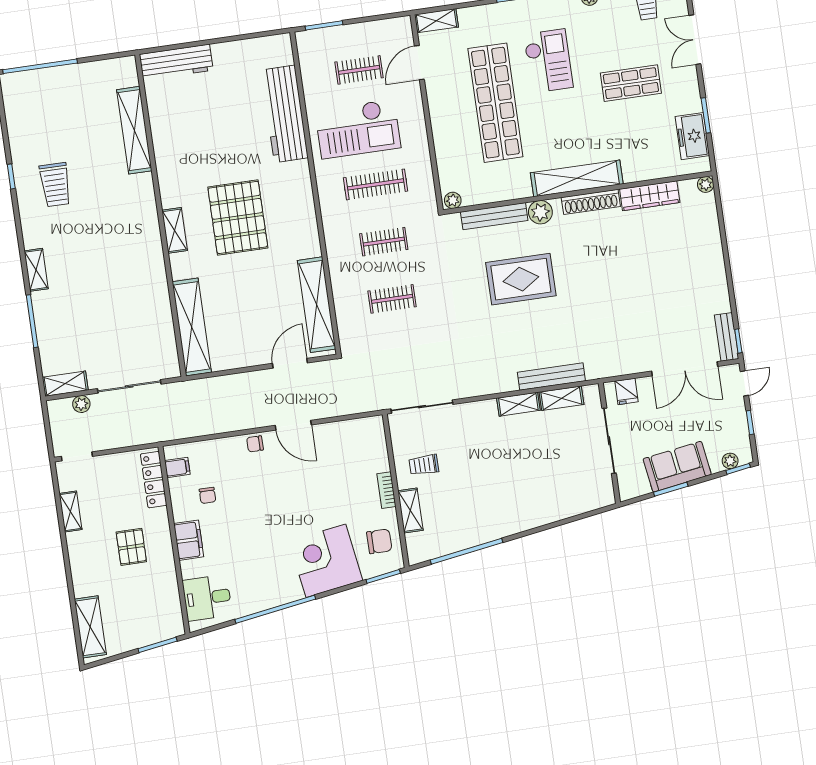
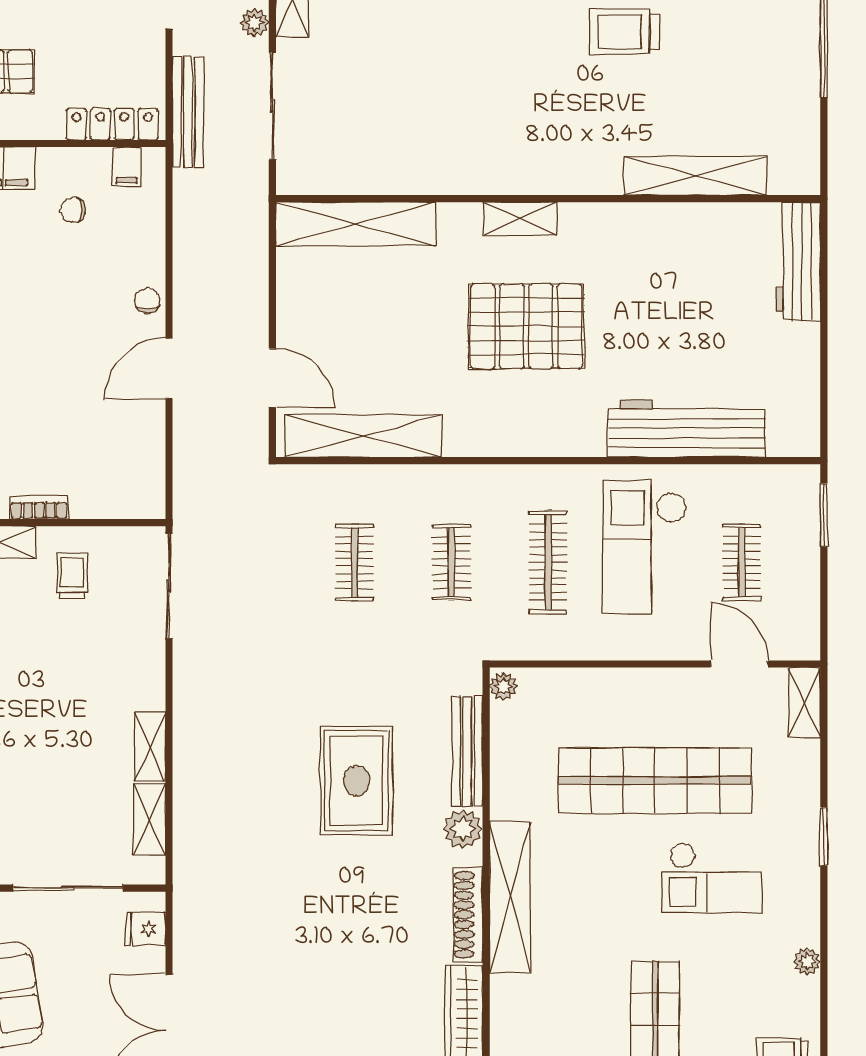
bench: (551, 377) -> (188, 112), moved

